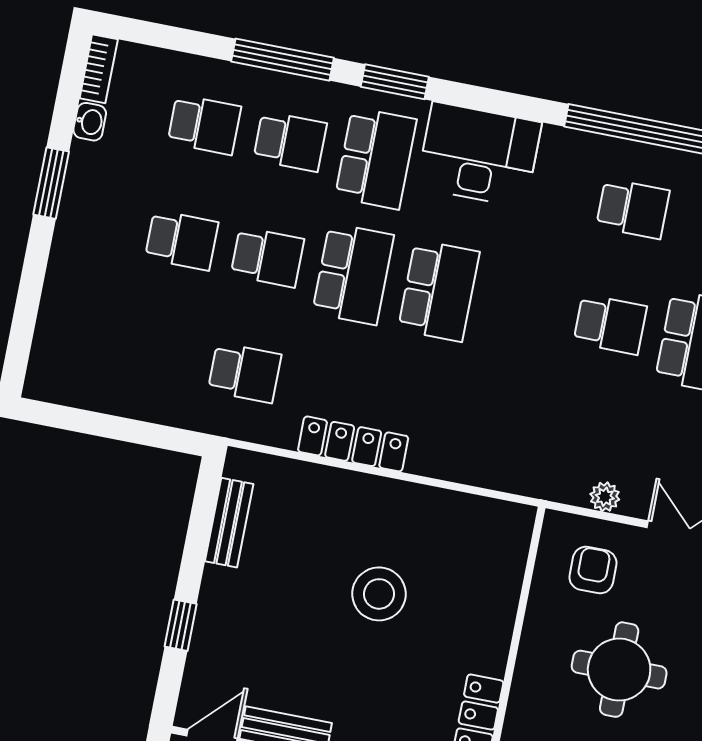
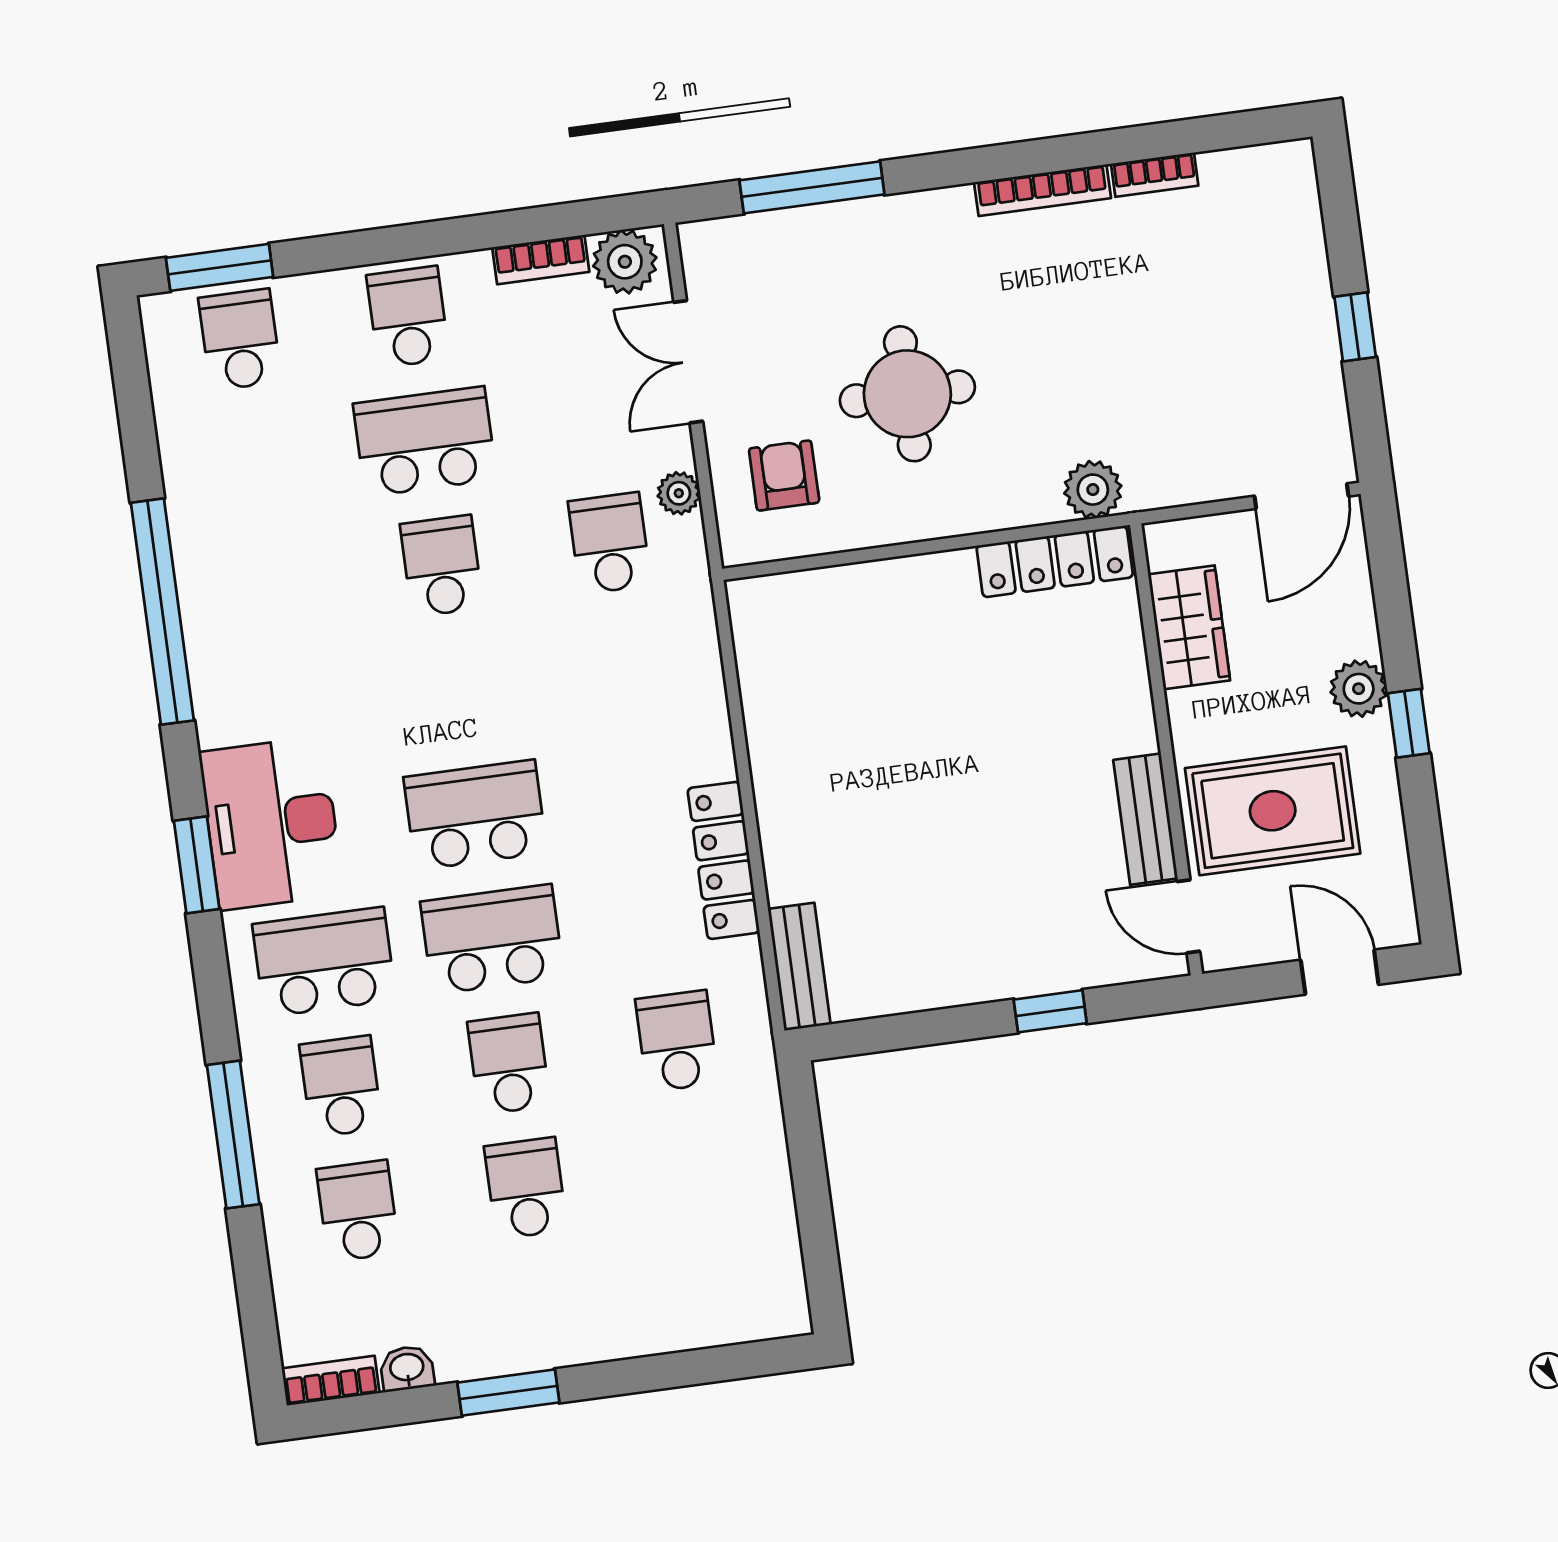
window: (395, 82) -> (197, 865), moved
school desk: (633, 209) -> (610, 543), moved
bench: (229, 523) -> (799, 967), moved, turned 90
armchair: (593, 570) -> (784, 475), turned 90
stool: (379, 594) -> (916, 756), removed

